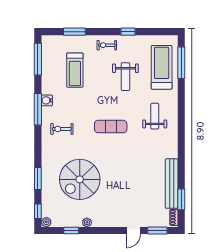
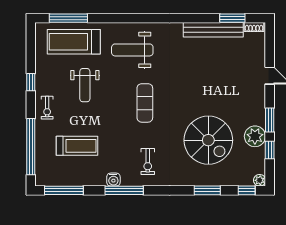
window: (74, 32) -> (31, 147), width x2.11
weight bench: (125, 77) -> (85, 85), turned 90
weight bench: (155, 116) -> (132, 50), width x1.36, depth x1.33
plant: (87, 222) -> (255, 136), width x1.87, depth x1.87
window: (157, 230) -> (270, 120), moved

